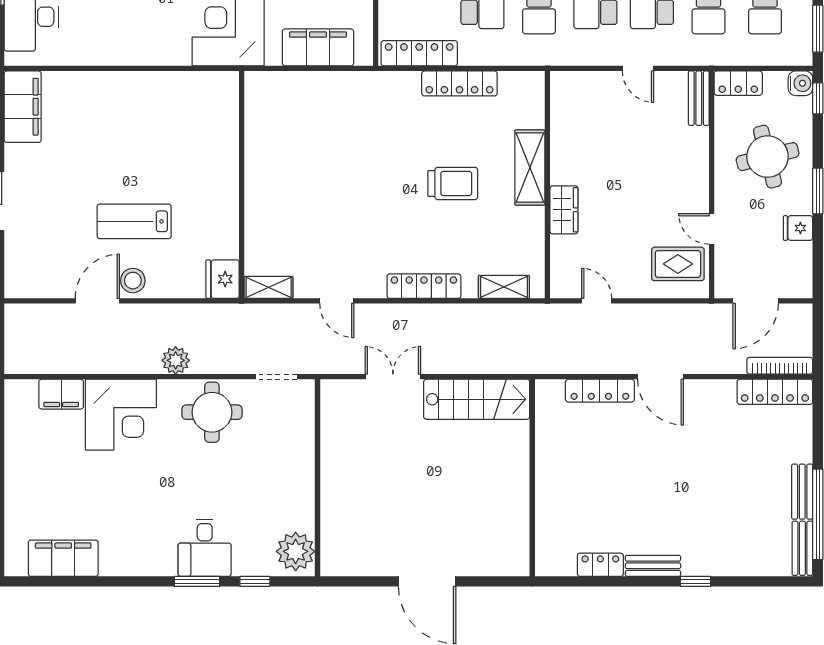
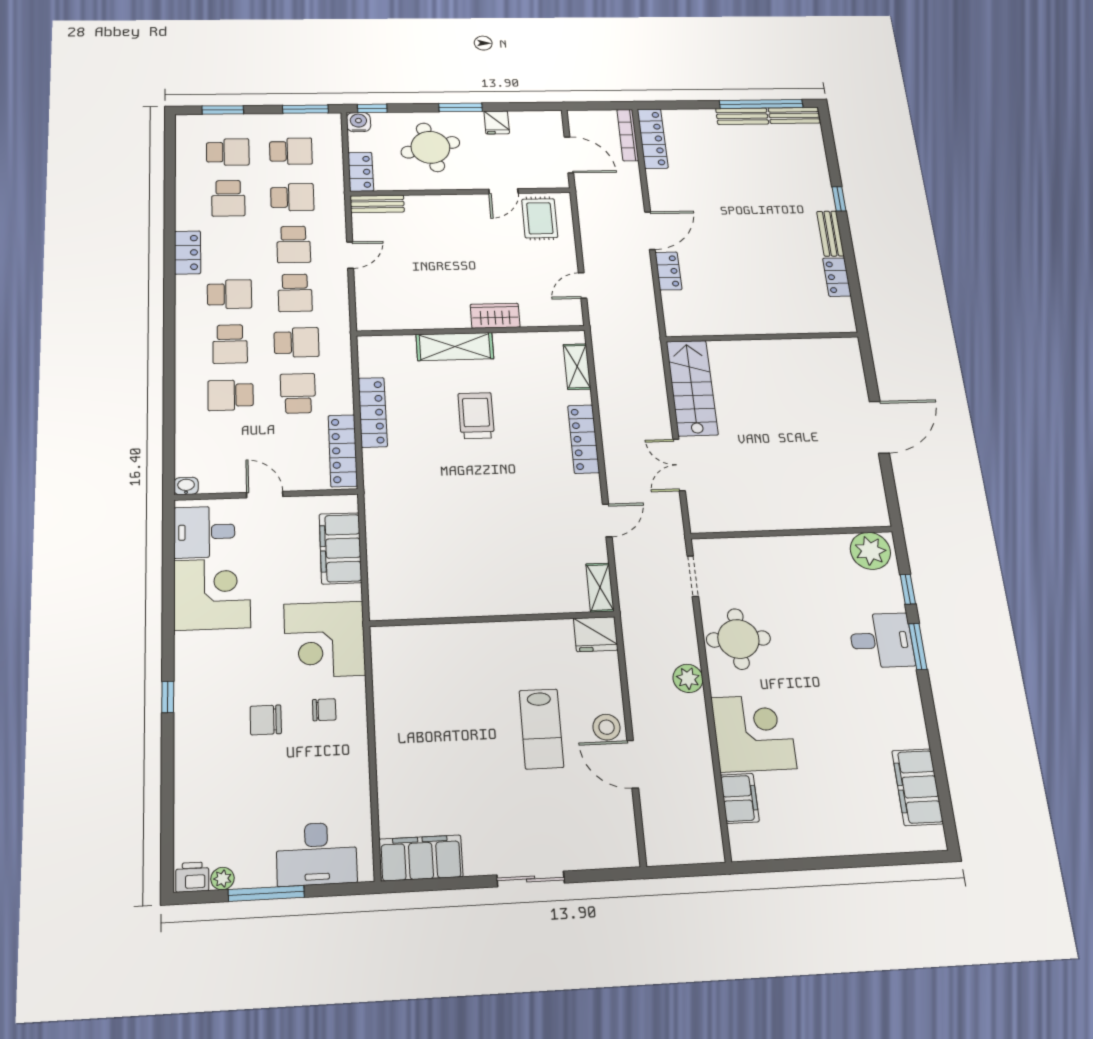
chair: (161, 27) -> (324, 710), added
locker: (600, 391) -> (668, 271), width x0.66

